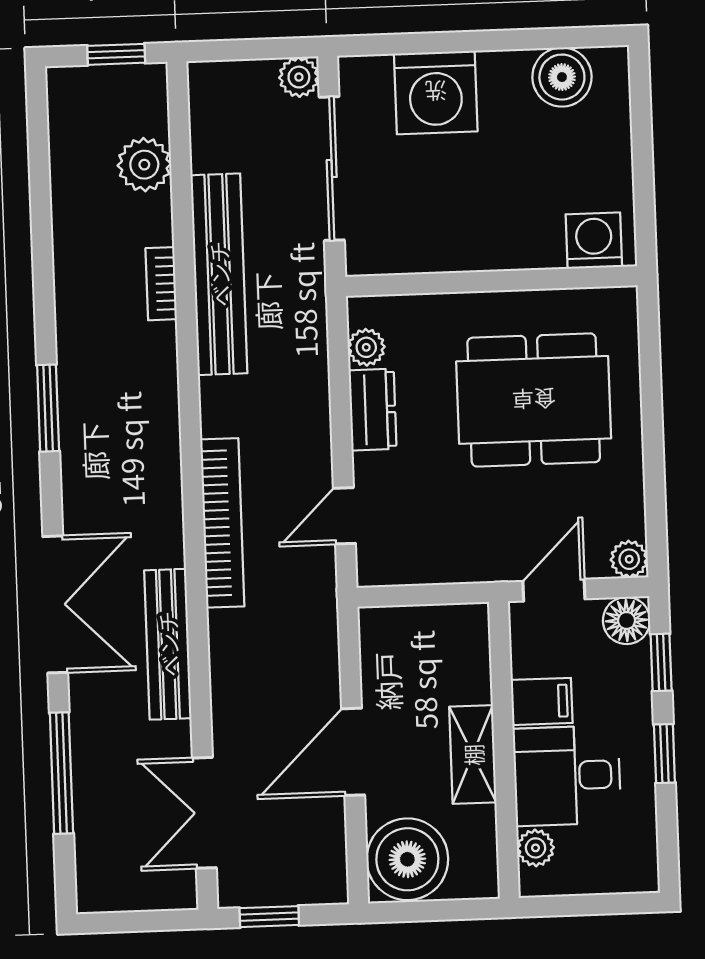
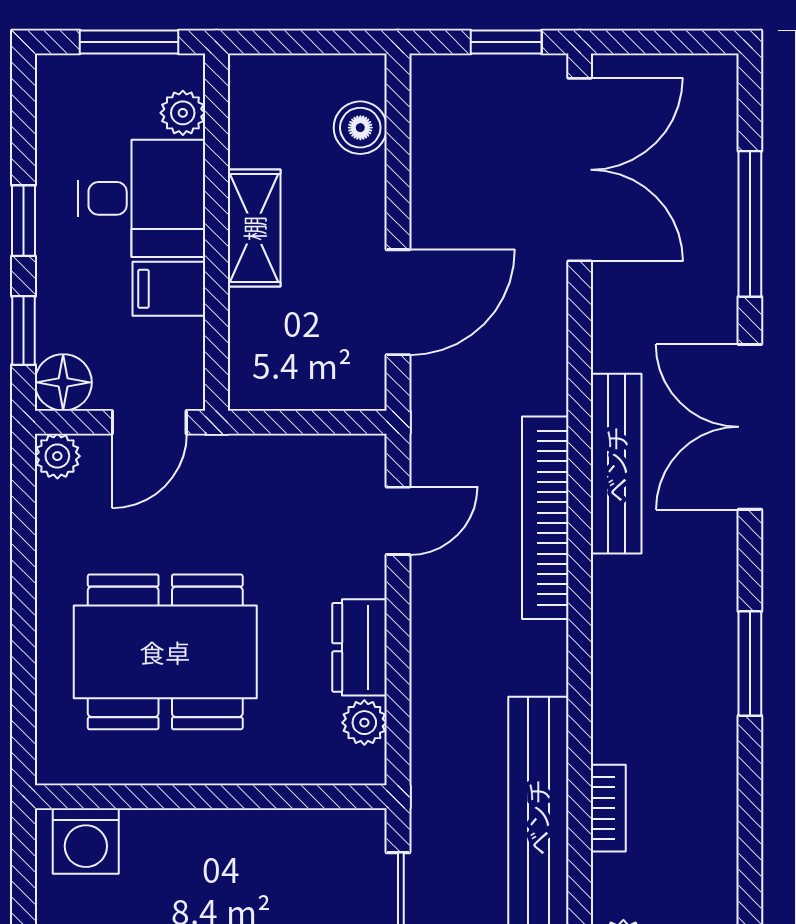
bench: (168, 644) -> (616, 464), moved
door: (353, 752) -> (398, 302), moved
double door: (204, 813) -> (580, 170), width x1.37
boiler: (407, 859) -> (360, 128), width x0.54, depth x0.54
window: (582, 905) -> (129, 42), added

